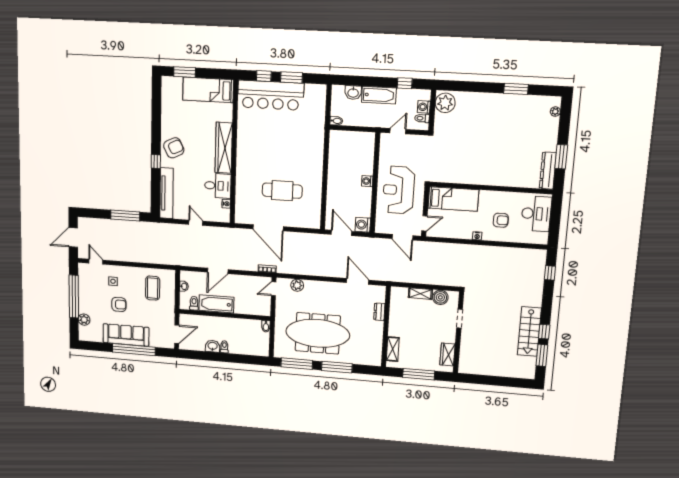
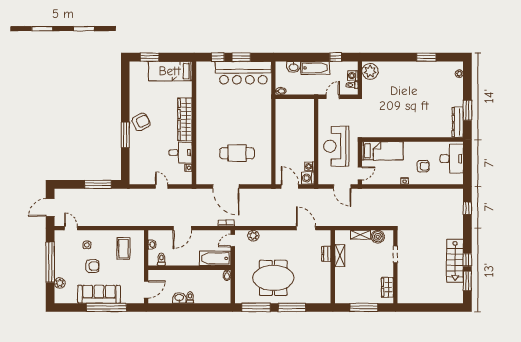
bar counter: (271, 95) -> (243, 73), moved
window: (156, 161) -> (125, 135), width x2.17
washing machine: (367, 181) -> (309, 166), moved
tv unit: (167, 193) -> (135, 162), removed
bathtub: (216, 304) -> (215, 258), moved
meeting table: (318, 333) -> (273, 278), width x0.73
shelving: (393, 349) -> (340, 256), moved

